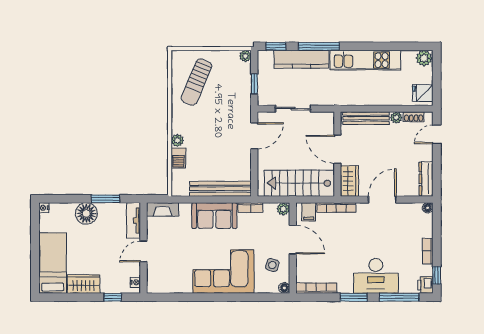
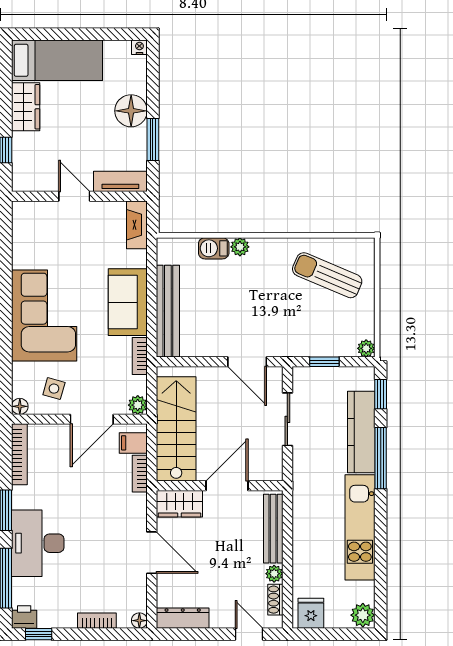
bookcase: (336, 208) -> (140, 474), width x0.64
bookcase: (428, 251) -> (97, 621), moved
nightstand: (135, 282) -> (28, 184), removed

